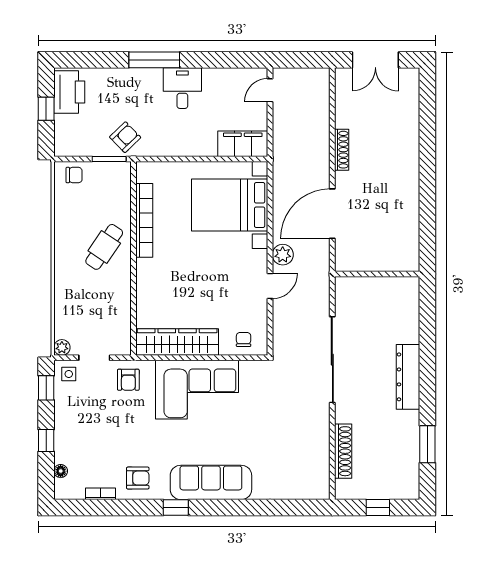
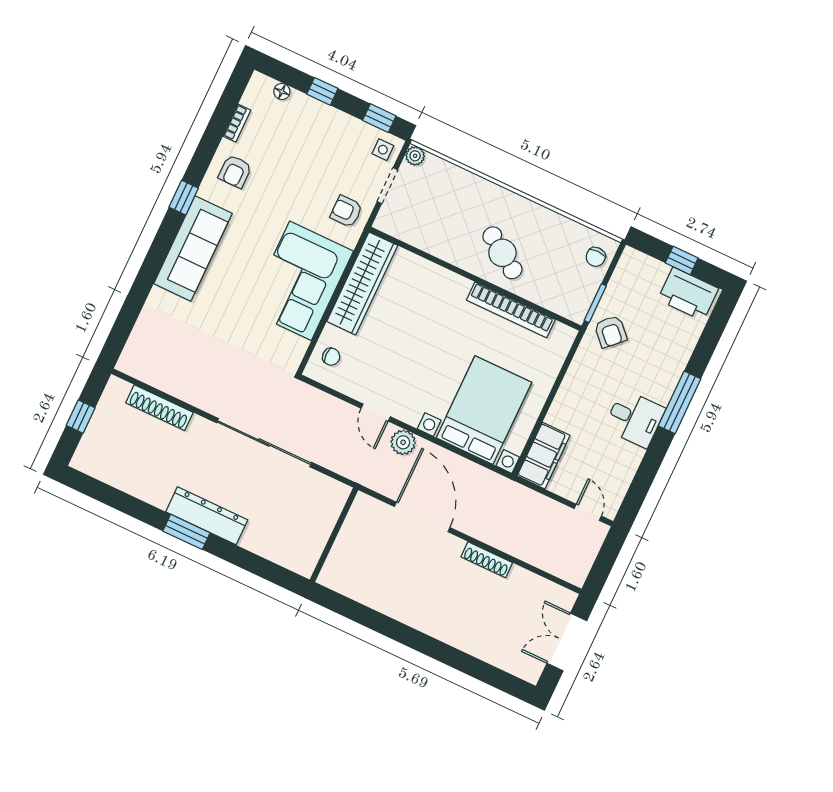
window: (427, 444) -> (186, 532), moved

